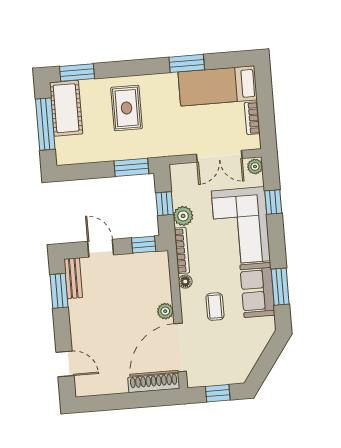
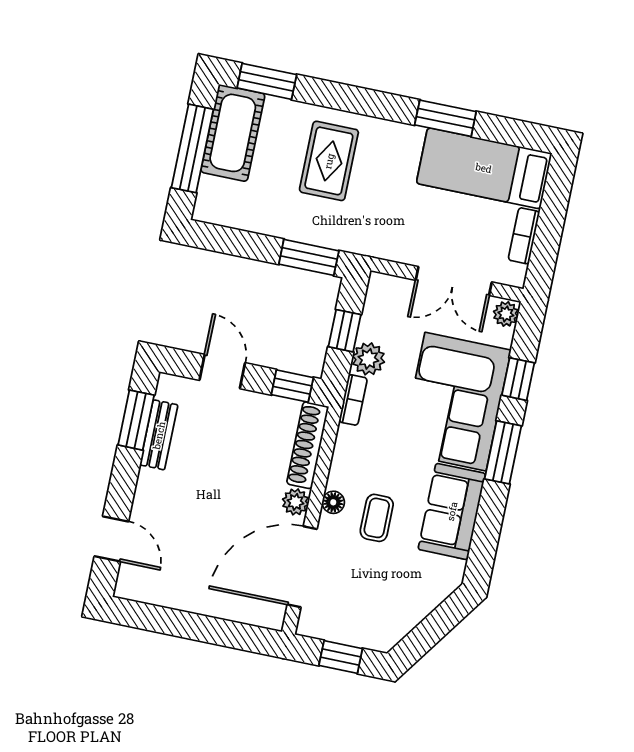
bookcase: (182, 251) -> (353, 400), width x0.64
bench: (73, 278) -> (159, 435), moved
floor lamp: (185, 282) -> (333, 502), moved
window: (280, 287) -> (503, 452), moved
shoe rack: (154, 383) -> (308, 445), moved, turned -90

